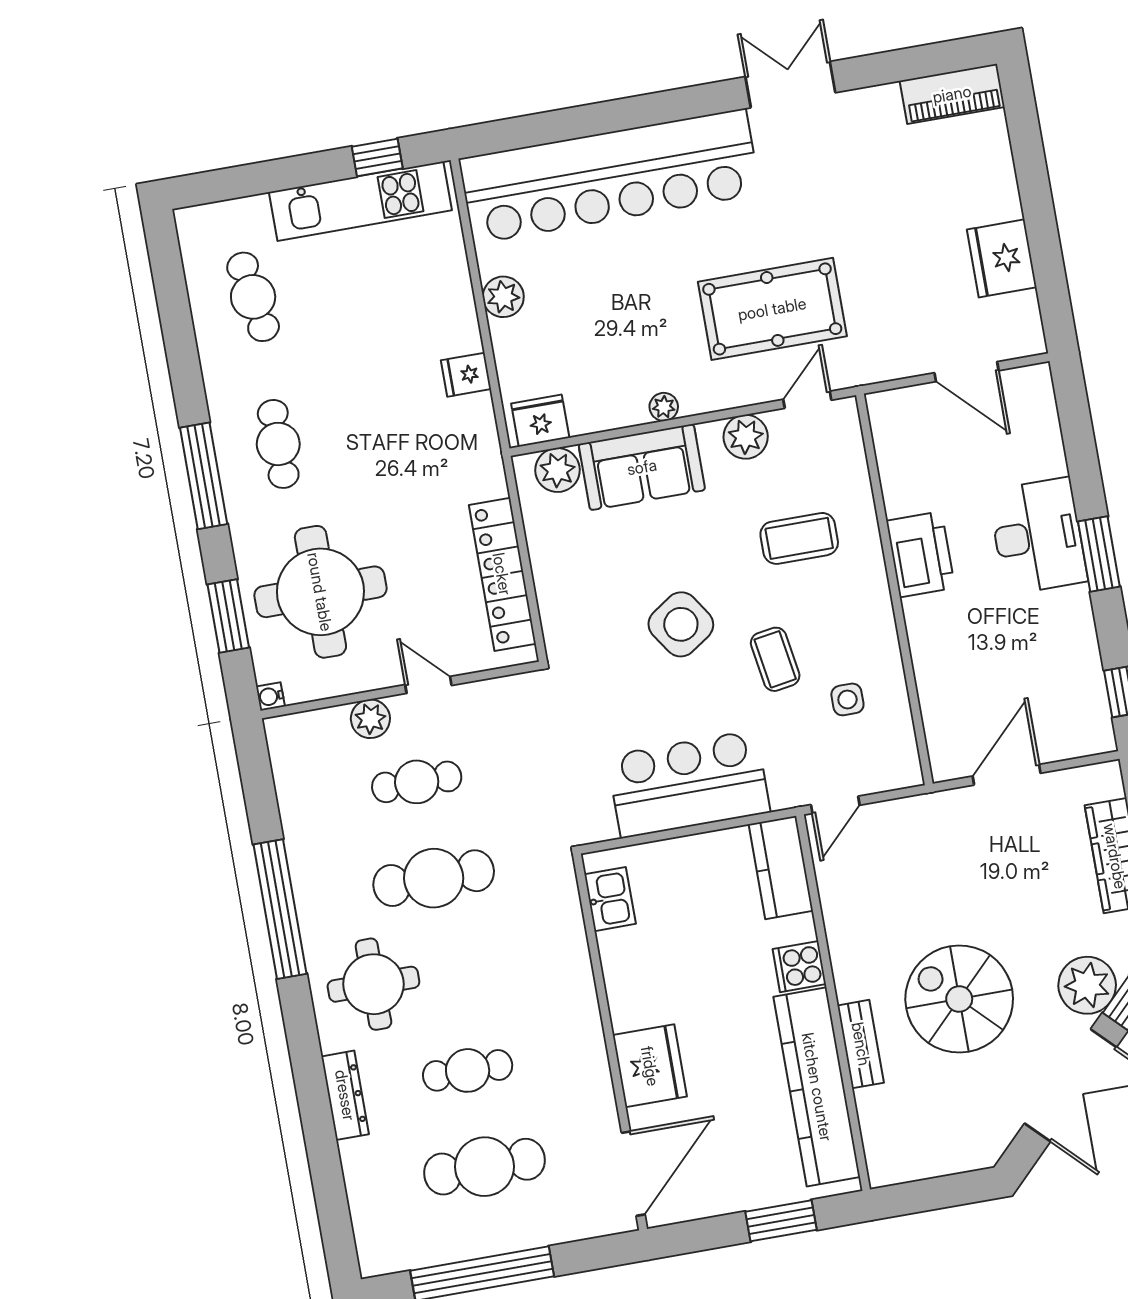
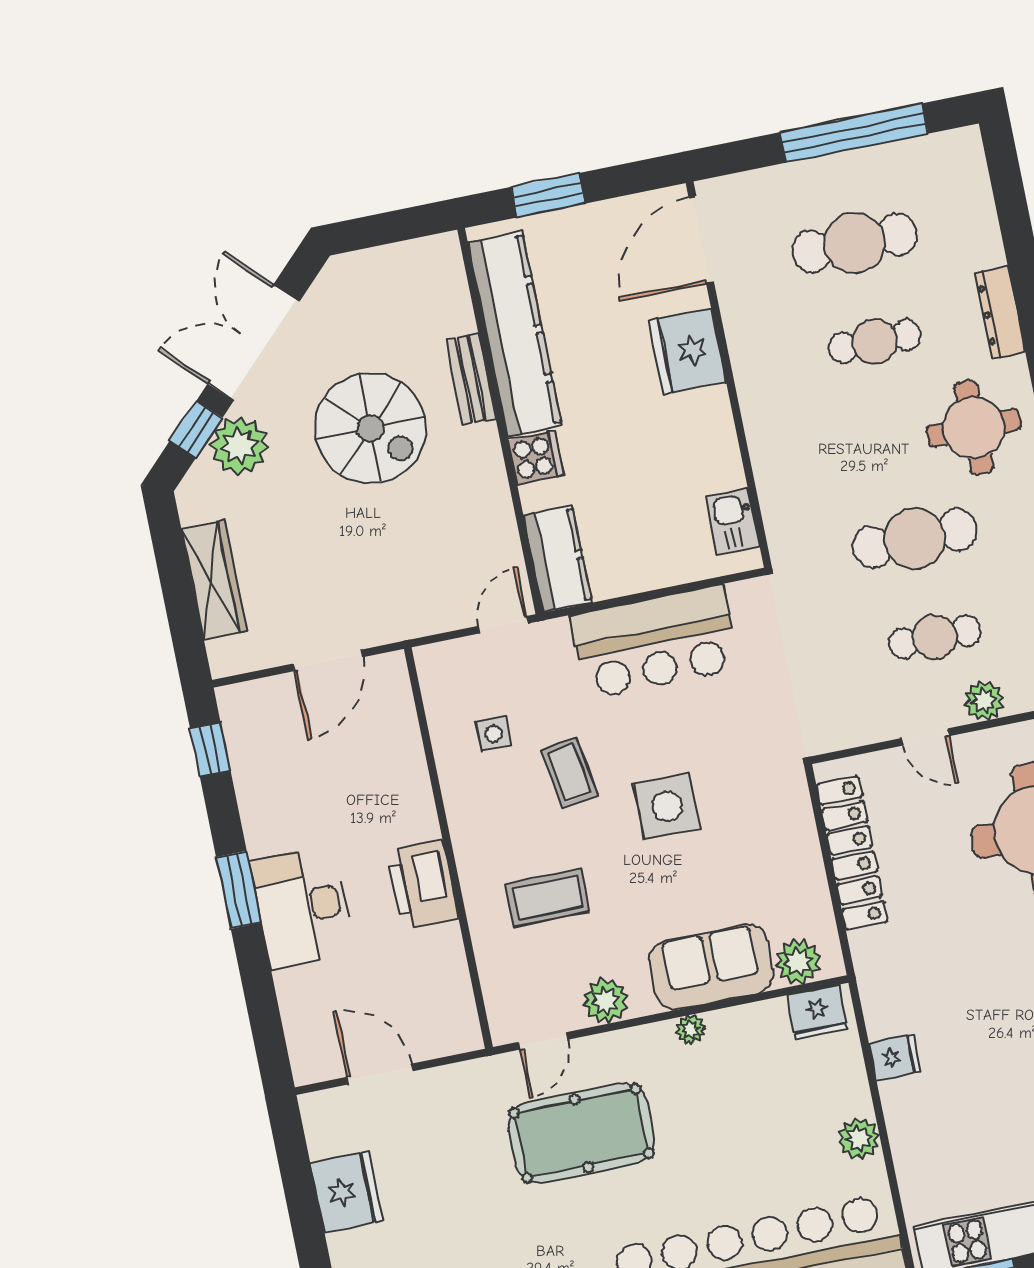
side table: (681, 624) -> (667, 806), turned 34

